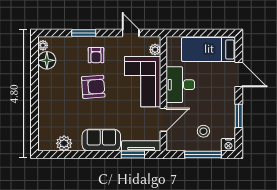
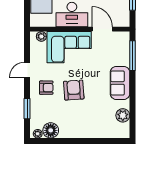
window: (84, 33) -> (27, 109), moved
door: (131, 33) -> (27, 70), moved
tv unit: (141, 146) -> (125, 48), removed
window: (133, 155) -> (132, 56), width x1.44

